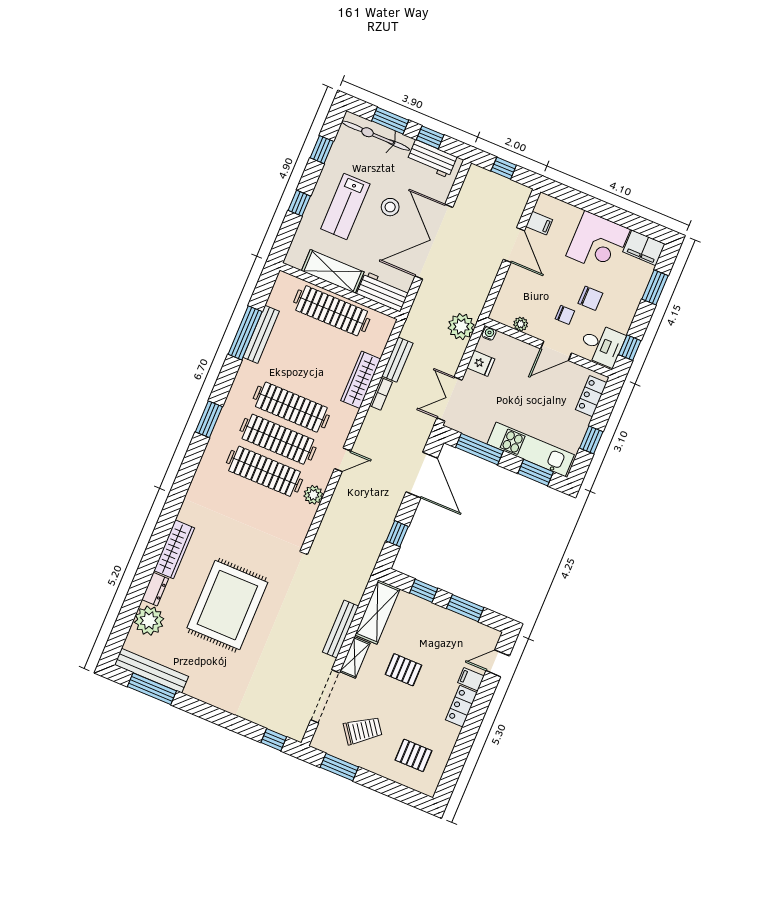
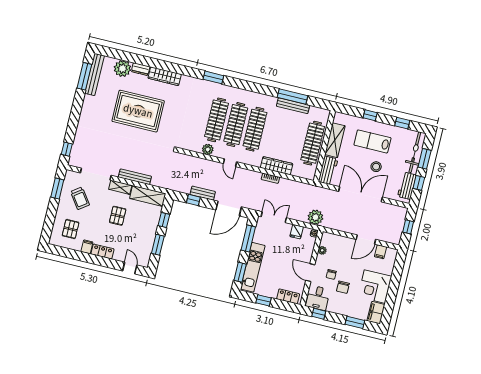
bench: (397, 360) -> (203, 193), moved
window: (209, 419) -> (213, 77), moved
filing cabinet: (471, 679) -> (87, 247), moved

